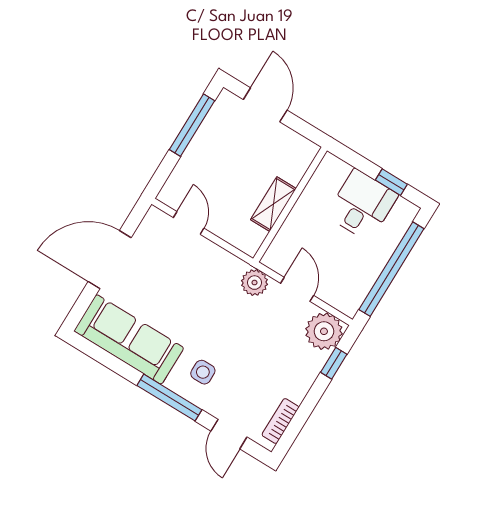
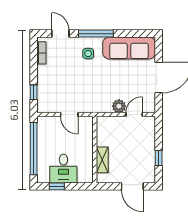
window: (192, 125) -> (159, 158), width x0.46
shelving: (273, 204) -> (102, 160), moved
door: (189, 223) -> (134, 115), swing flipped
plant: (254, 283) -> (119, 106), moved
plant: (324, 331) -> (46, 104), removed

